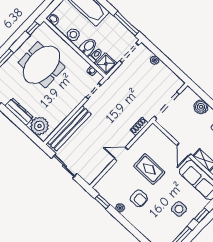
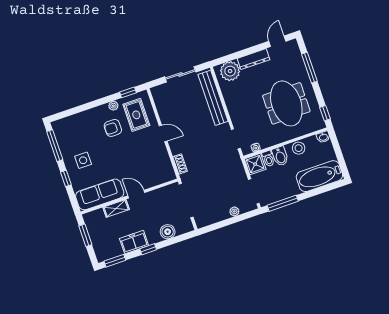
door: (121, 154) -> (163, 133), hinge flipped
rug: (149, 169) -> (136, 115), moved, turned 90

